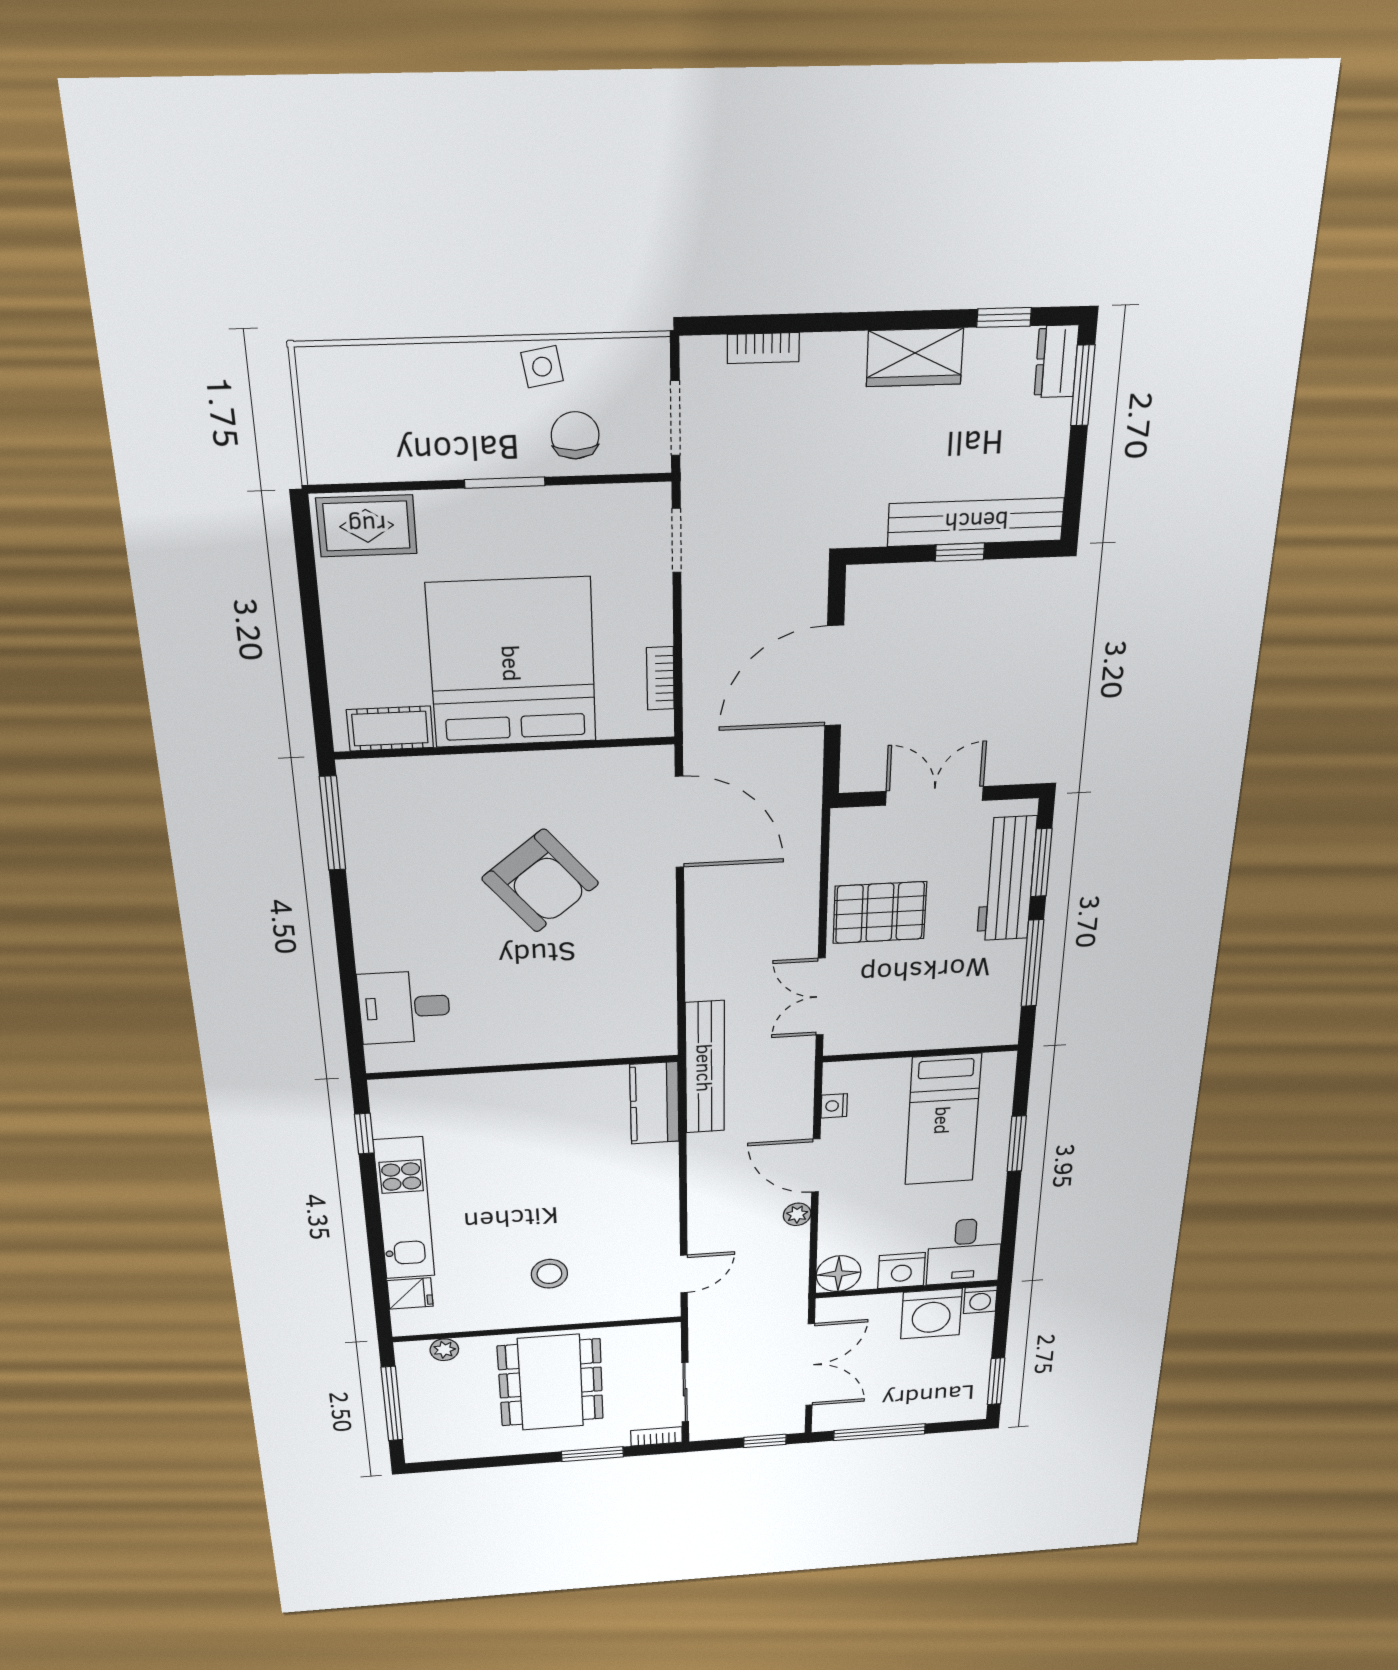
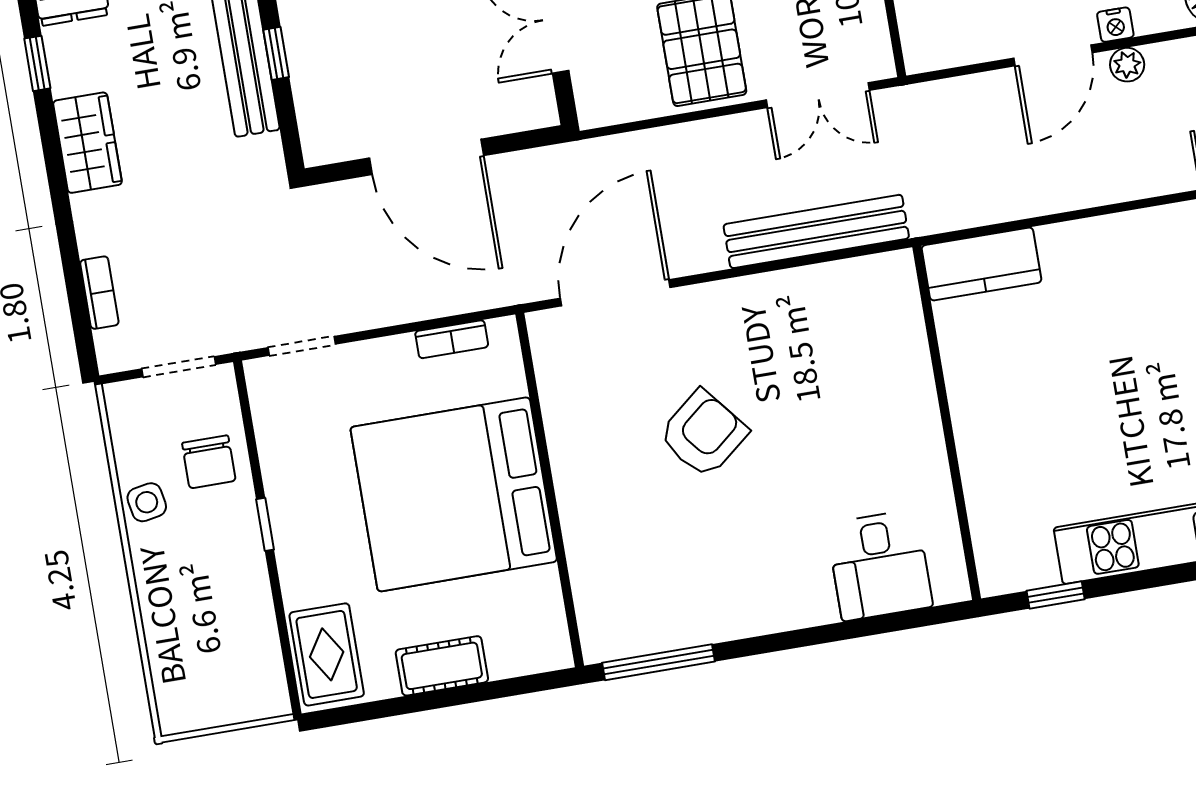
chair: (575, 435) -> (209, 462), turned -90
window: (505, 483) -> (265, 524), width x0.67
cot: (390, 729) -> (442, 666), moved, turned 90
armchair: (540, 881) -> (703, 434), width x0.73, depth x0.73
bench: (705, 1068) -> (816, 231), moved
nightstand: (834, 1106) -> (1115, 25), moved

